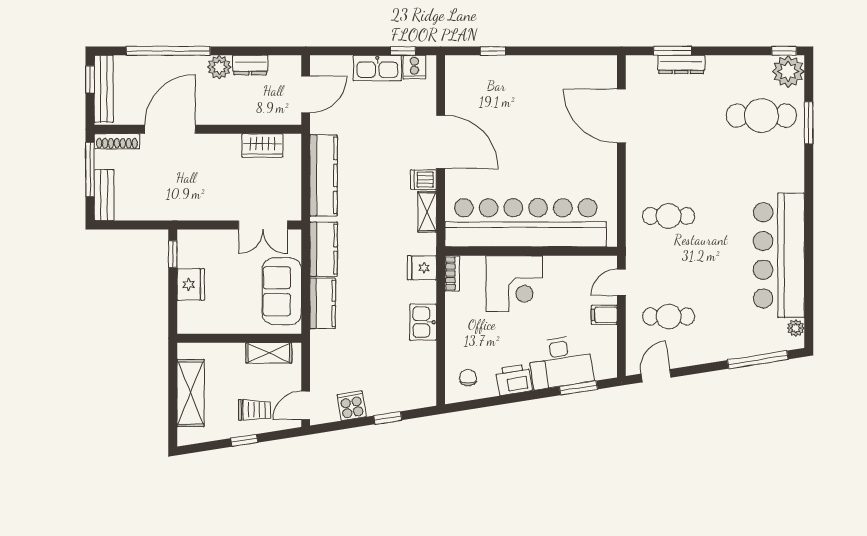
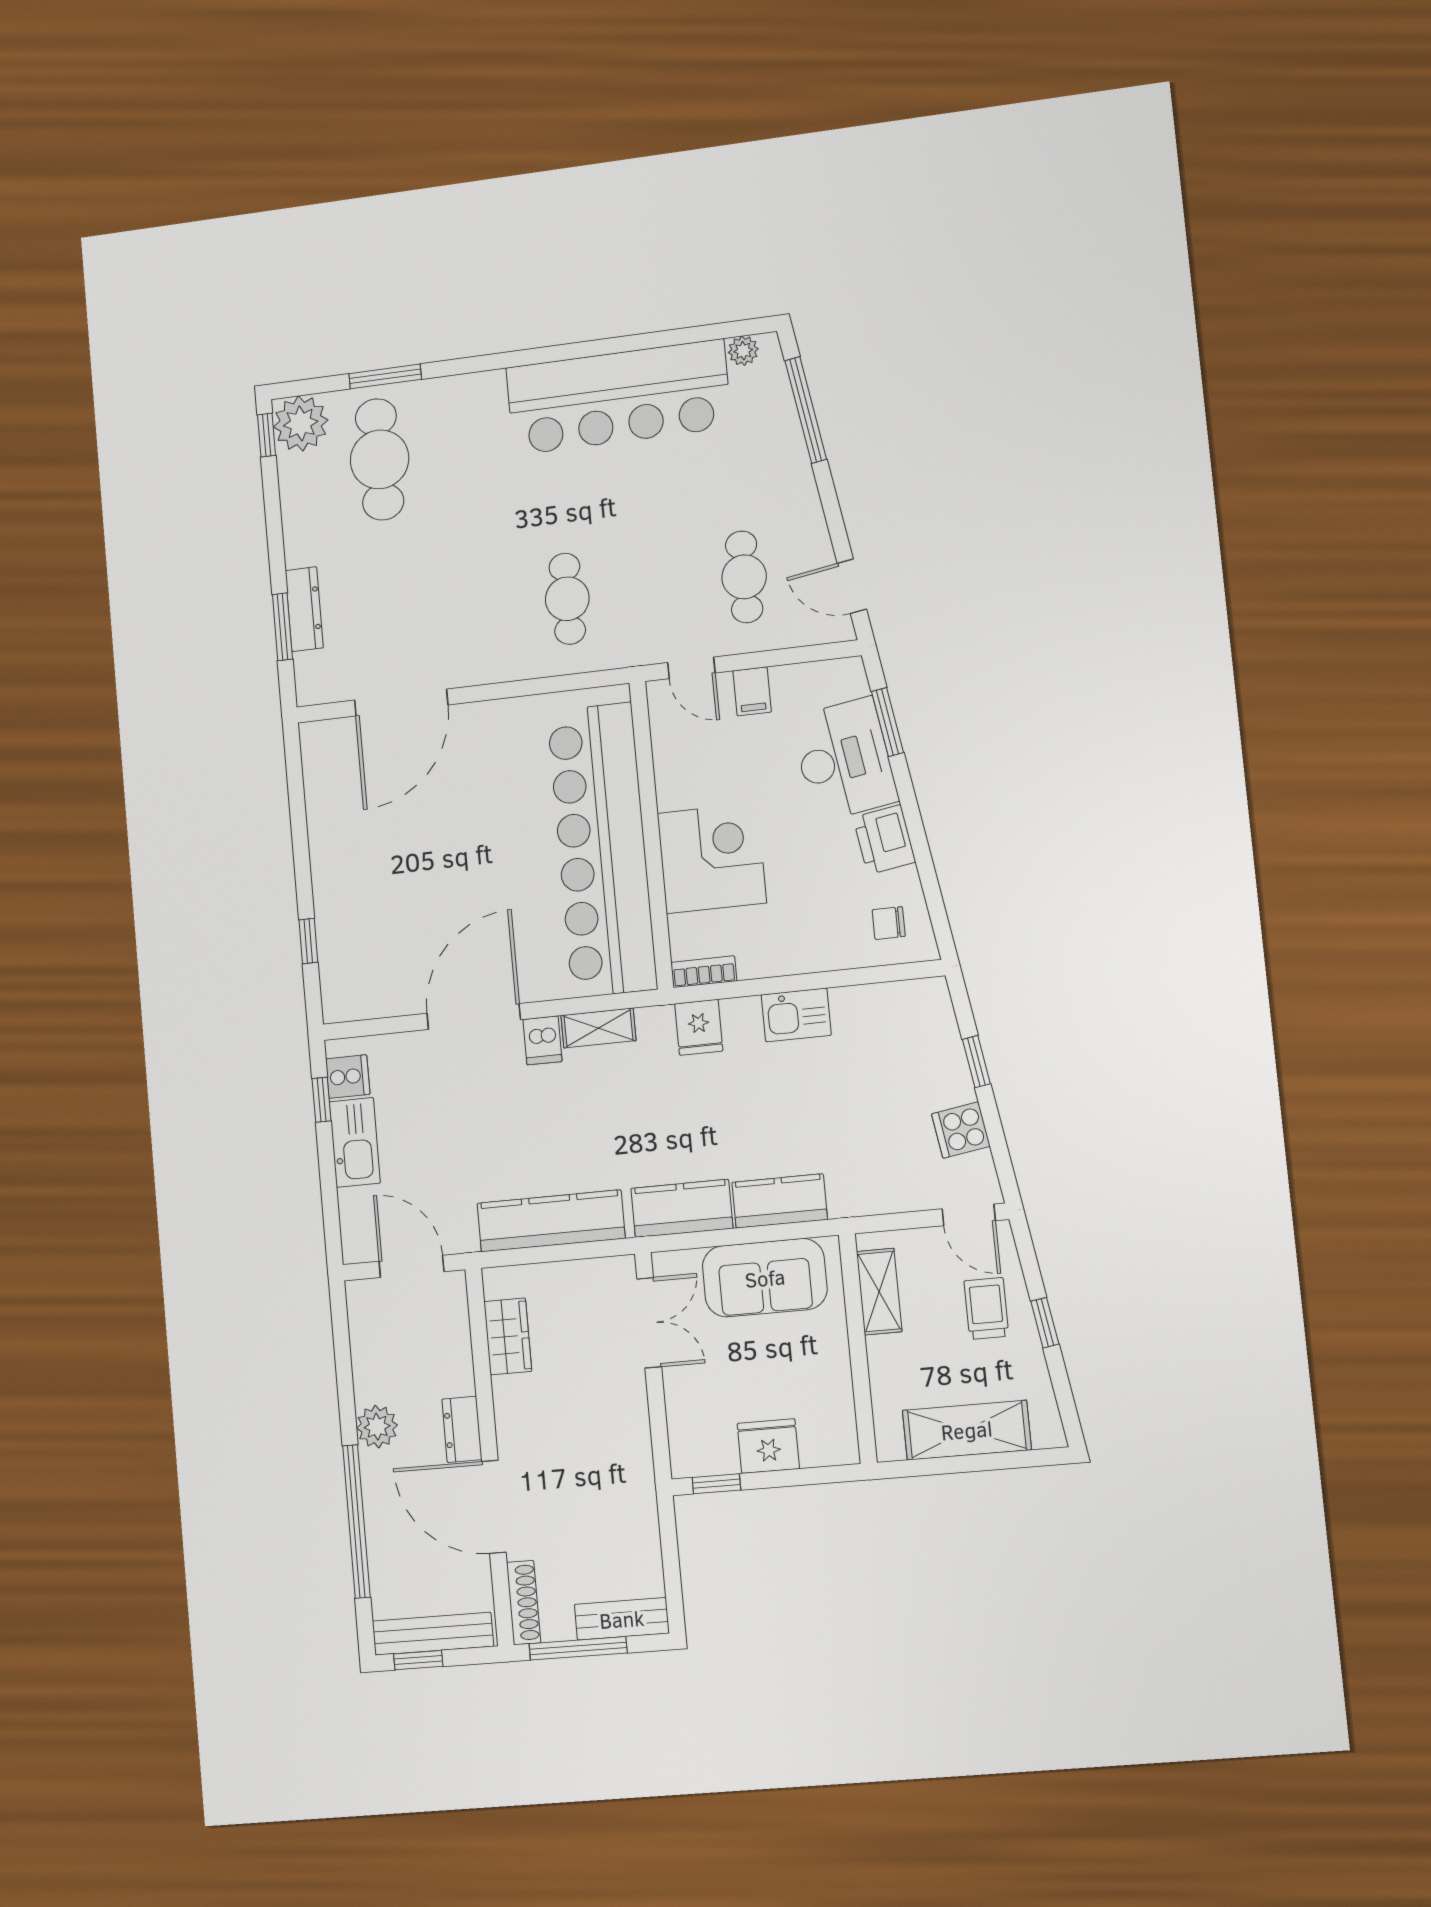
dresser: (250, 65) -> (462, 1429), moved, turned 180

